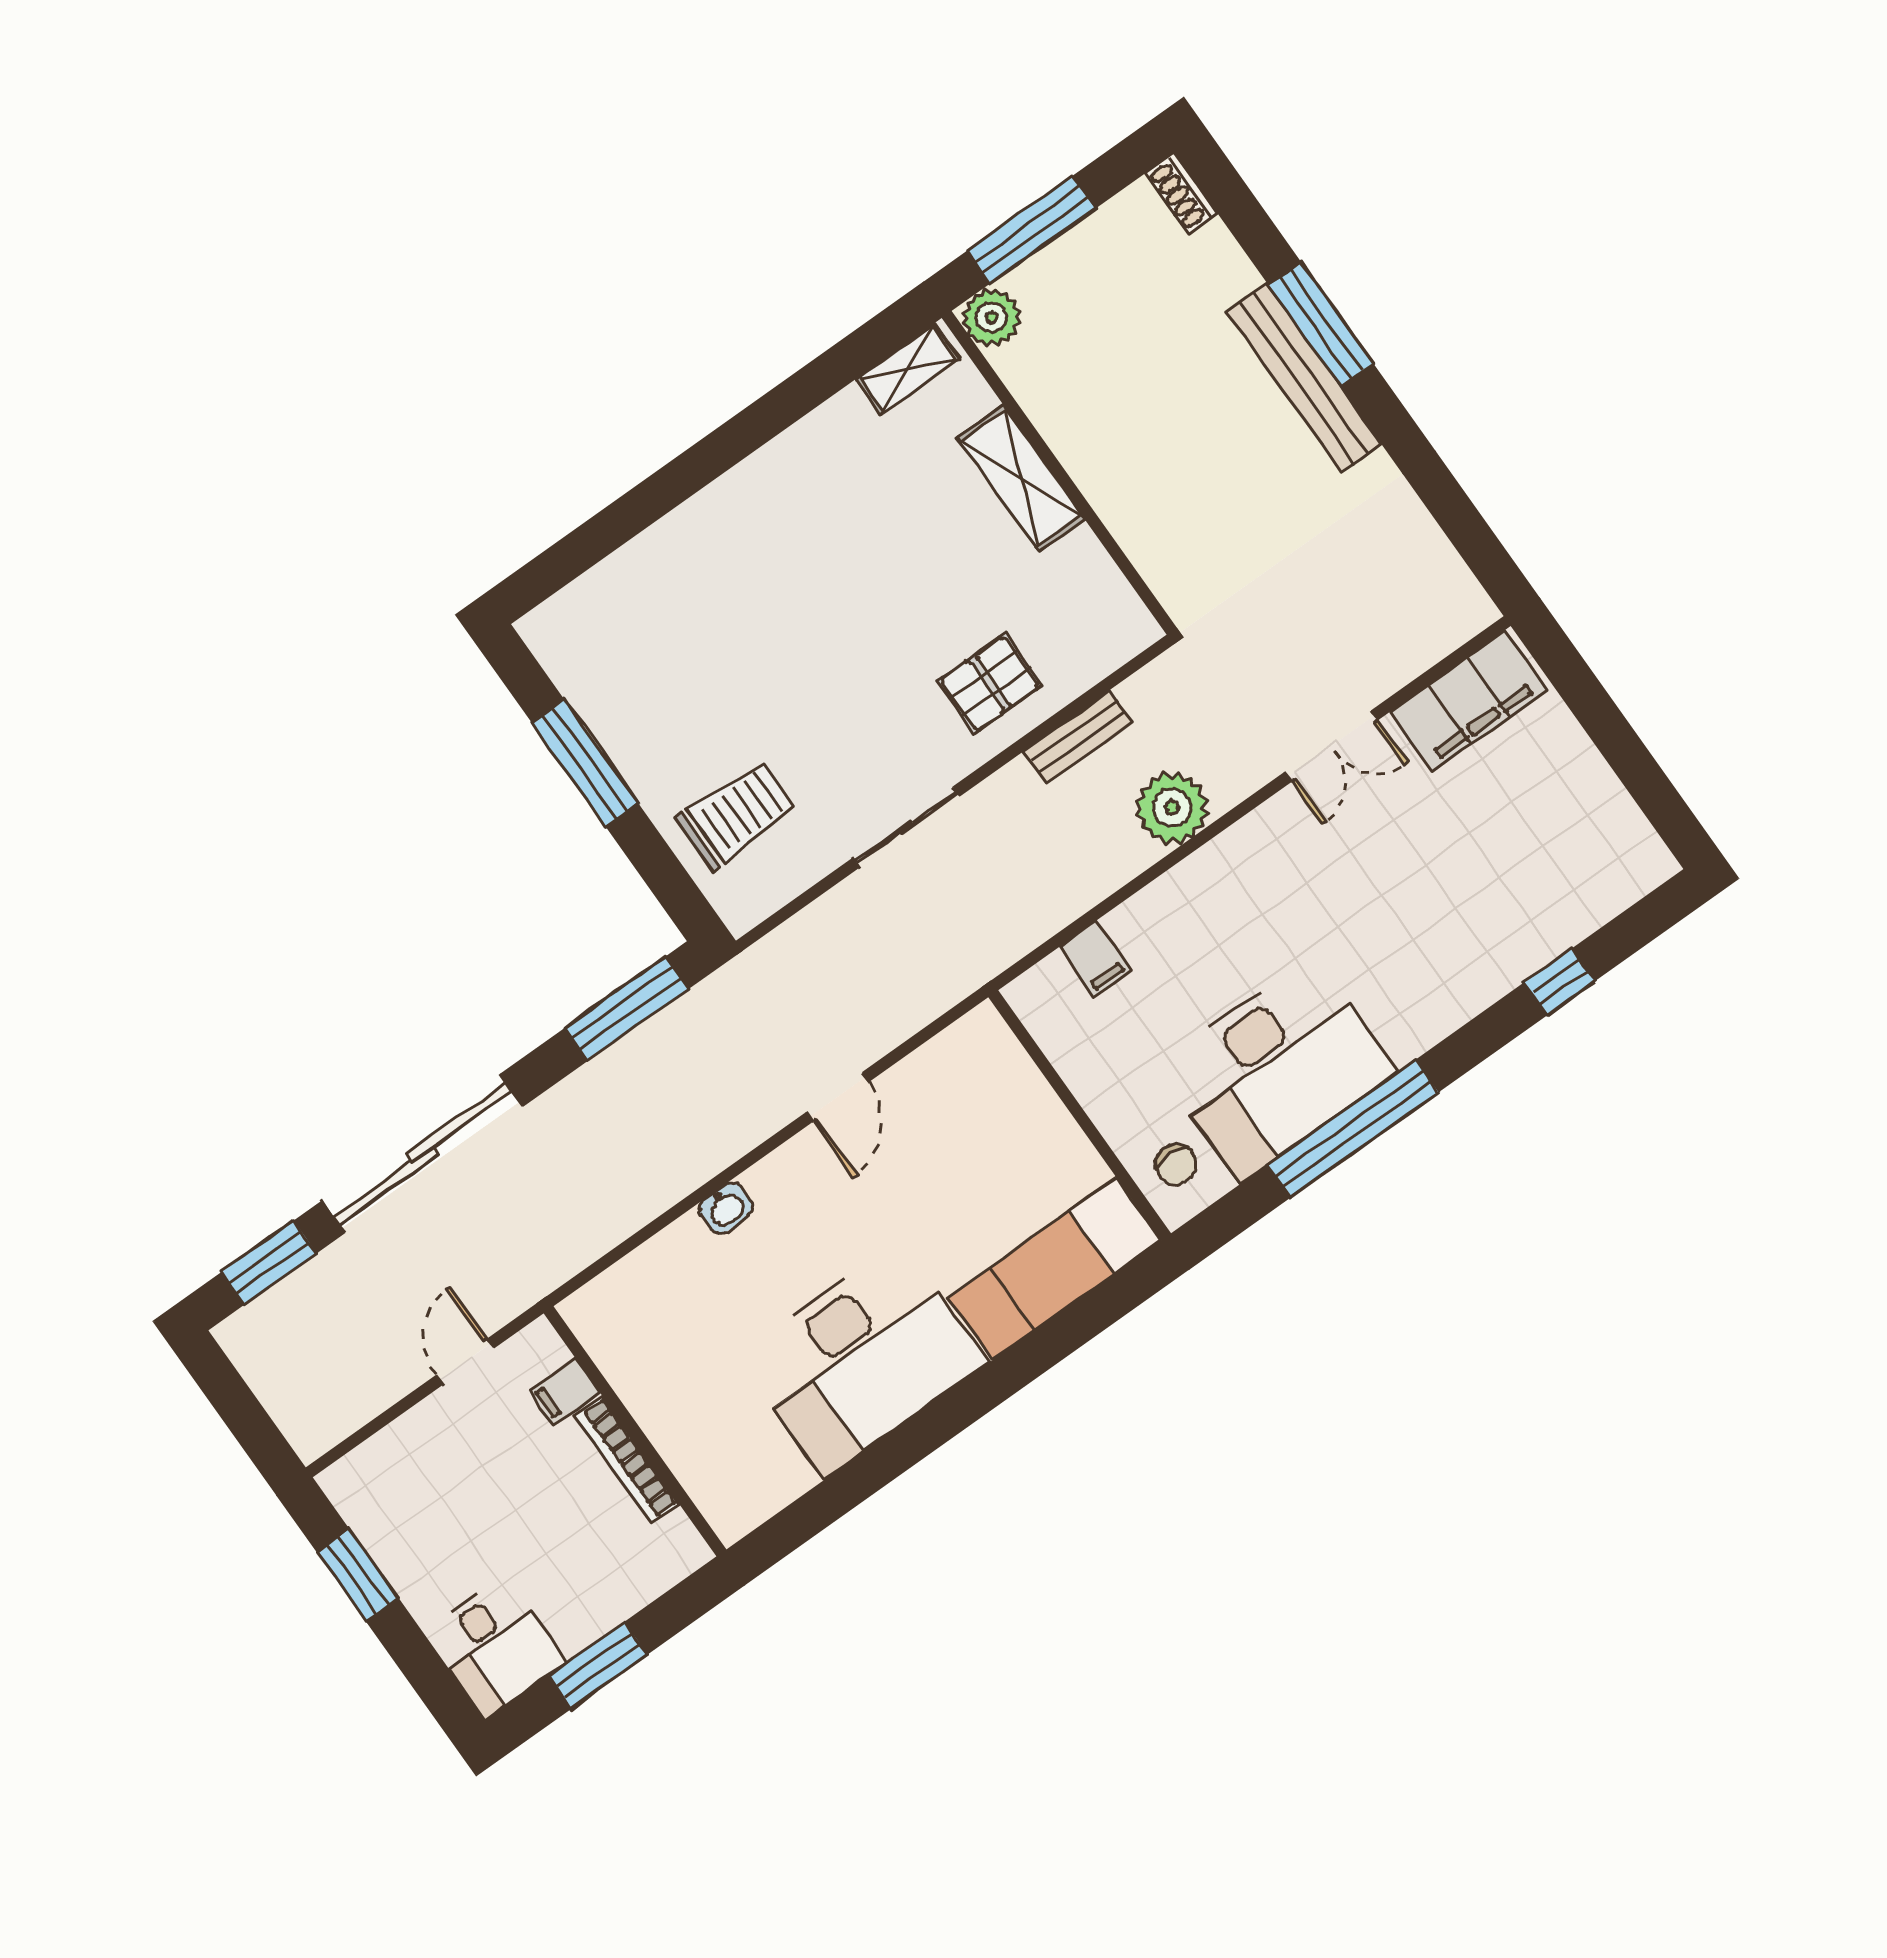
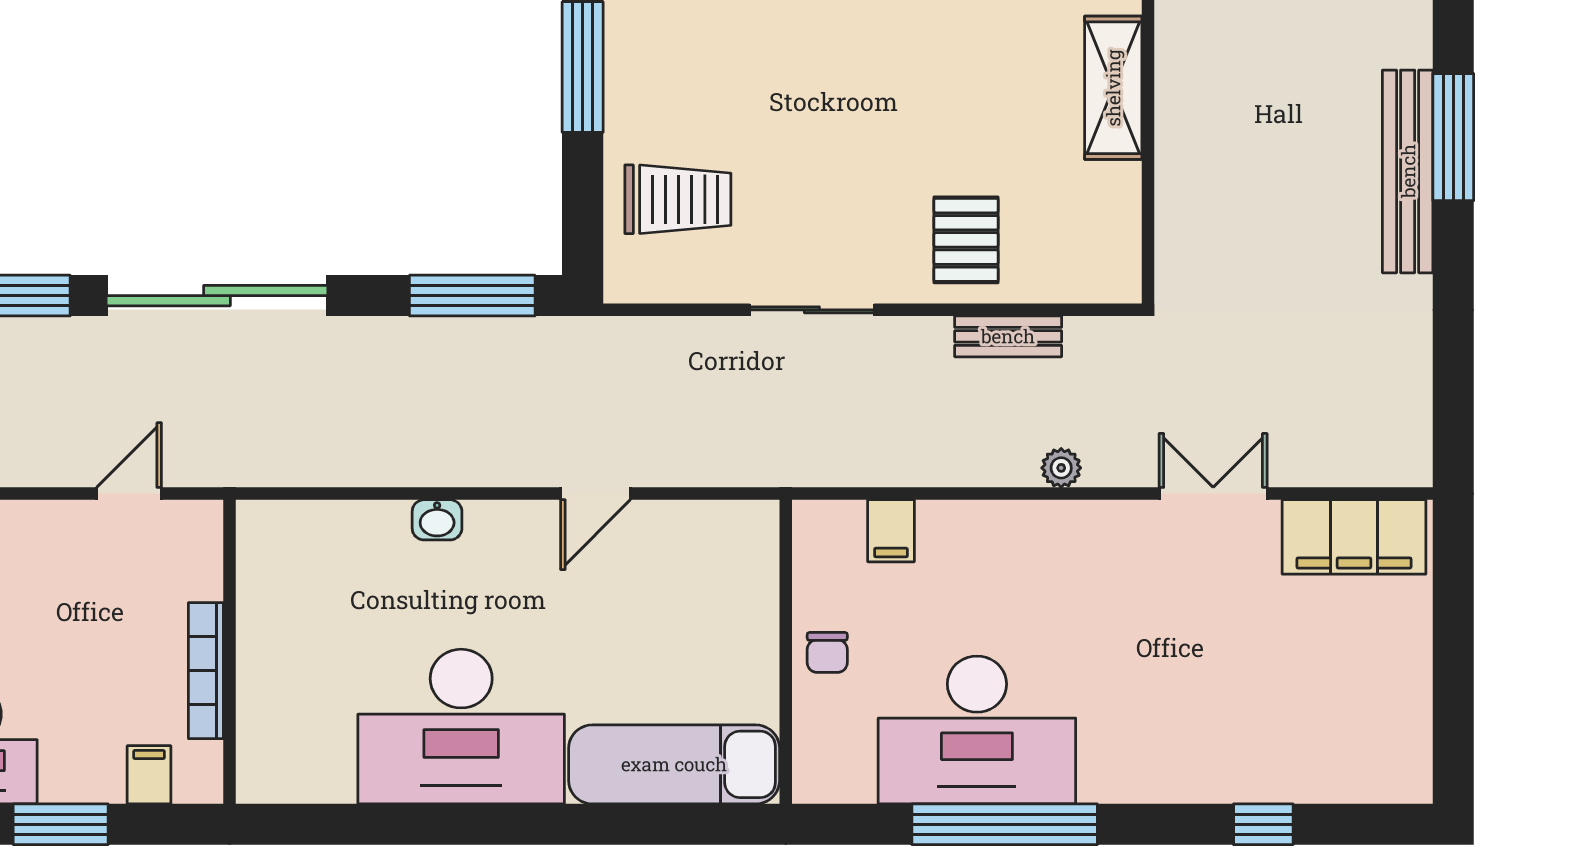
pallet: (990, 683) -> (966, 240), turned 90
double door: (1331, 746) -> (1213, 494), swing flipped
plant: (1172, 808) -> (1061, 468), width x0.53, depth x0.53
chair: (1176, 1165) -> (827, 652), moved
filing cabinet: (564, 1391) -> (149, 775), moved, turned 90

